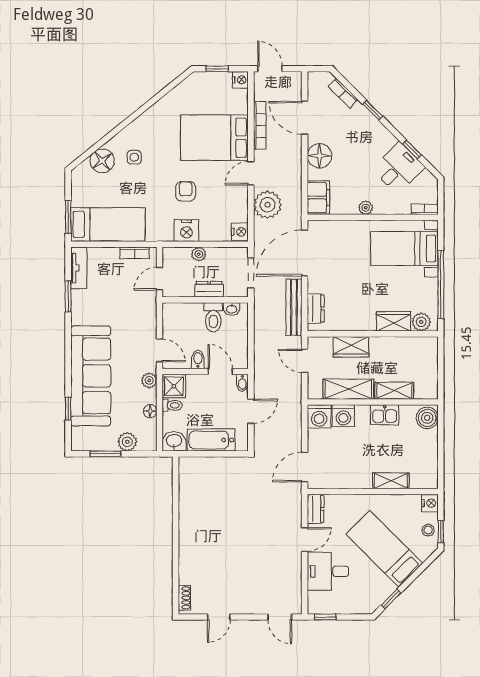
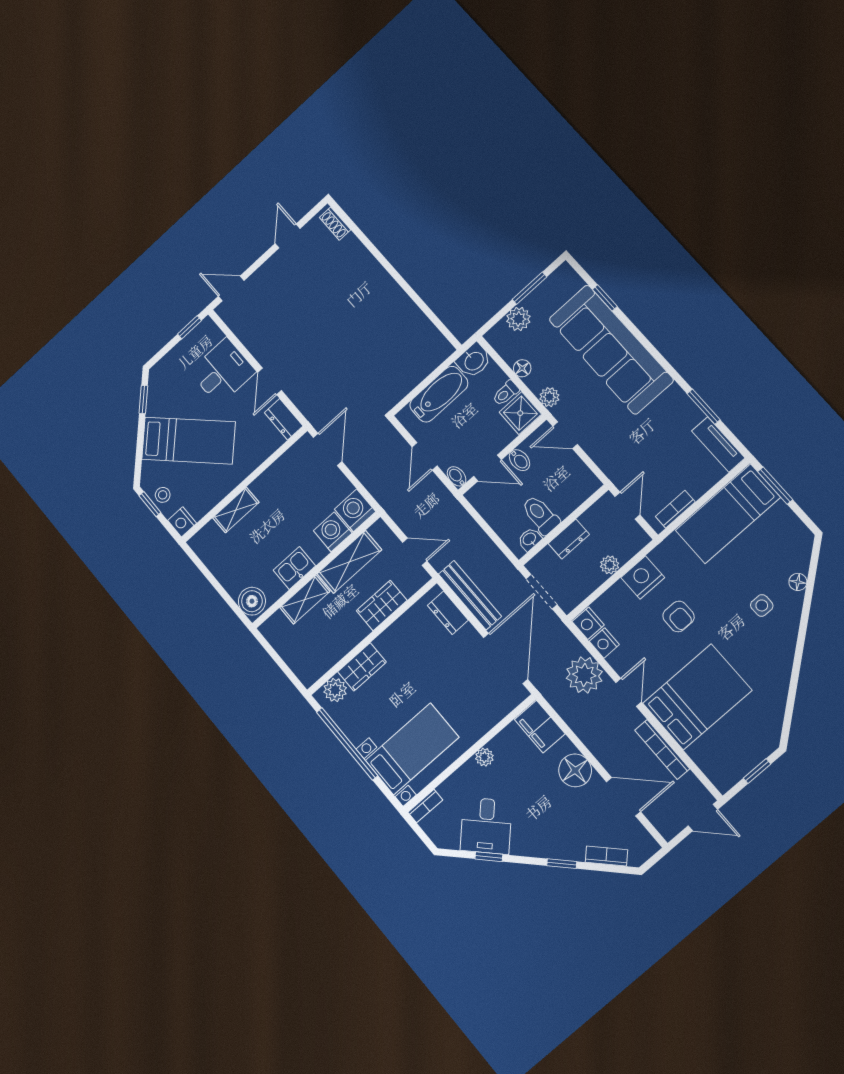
nightstand: (240, 80) -> (604, 643), moved
floor lamp: (102, 161) -> (798, 582), width x0.53, depth x0.53

